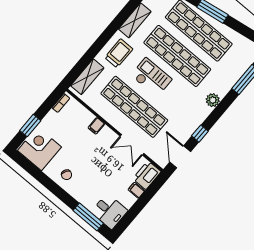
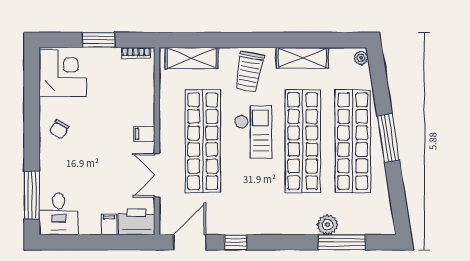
trolley: (119, 53) -> (249, 71), turned 100
plant: (213, 100) -> (328, 225), moved
window: (30, 126) -> (99, 40), moved
filing cabinet: (96, 126) -> (144, 134), moved

